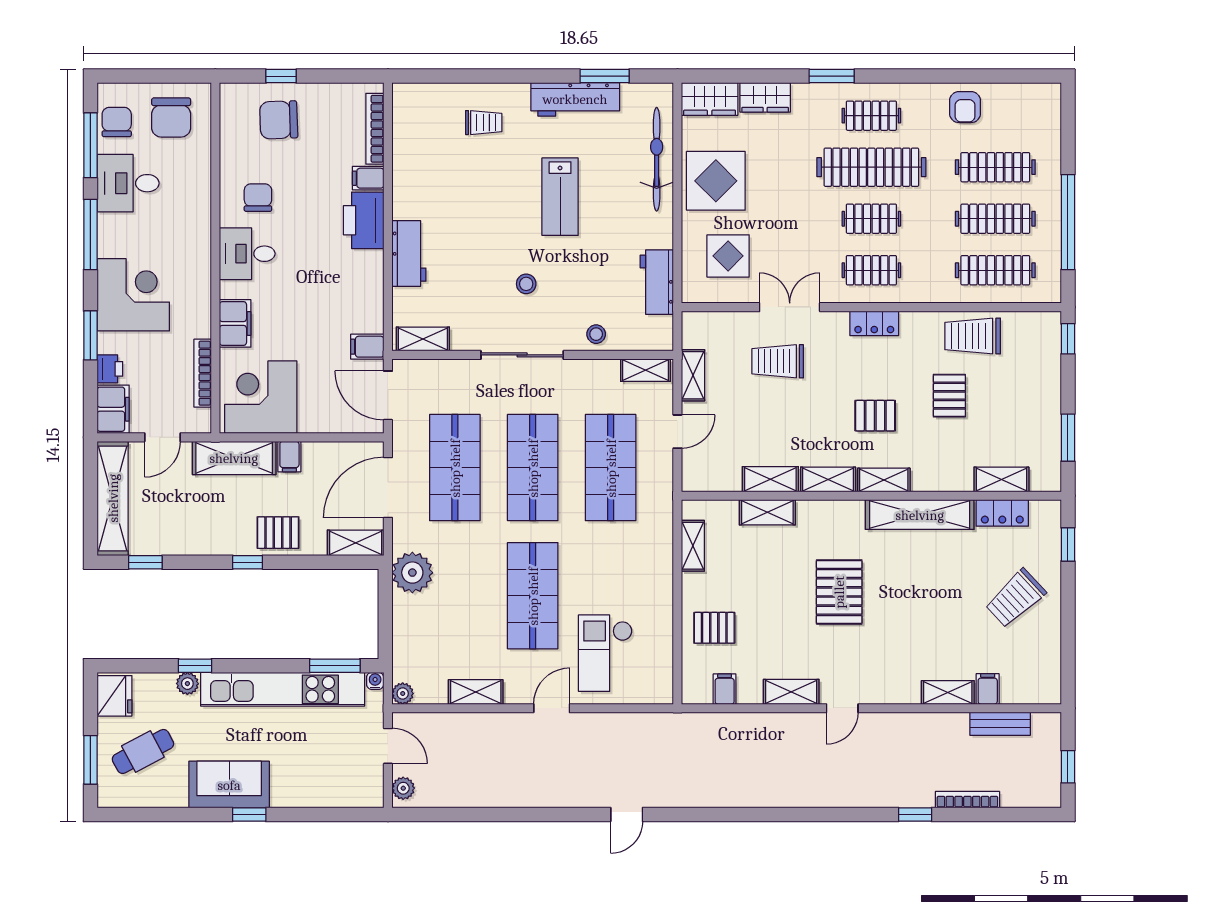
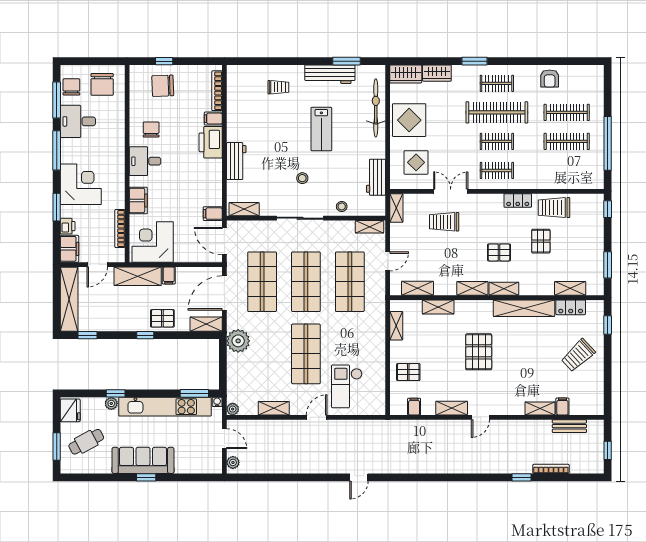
clothes rail: (995, 270) -> (567, 170), removed
locker: (874, 323) -> (518, 200), moved
shelving: (693, 375) -> (396, 208), moved
shelving: (770, 479) -> (417, 288), moved
sofa: (229, 785) -> (143, 460), width x1.36

